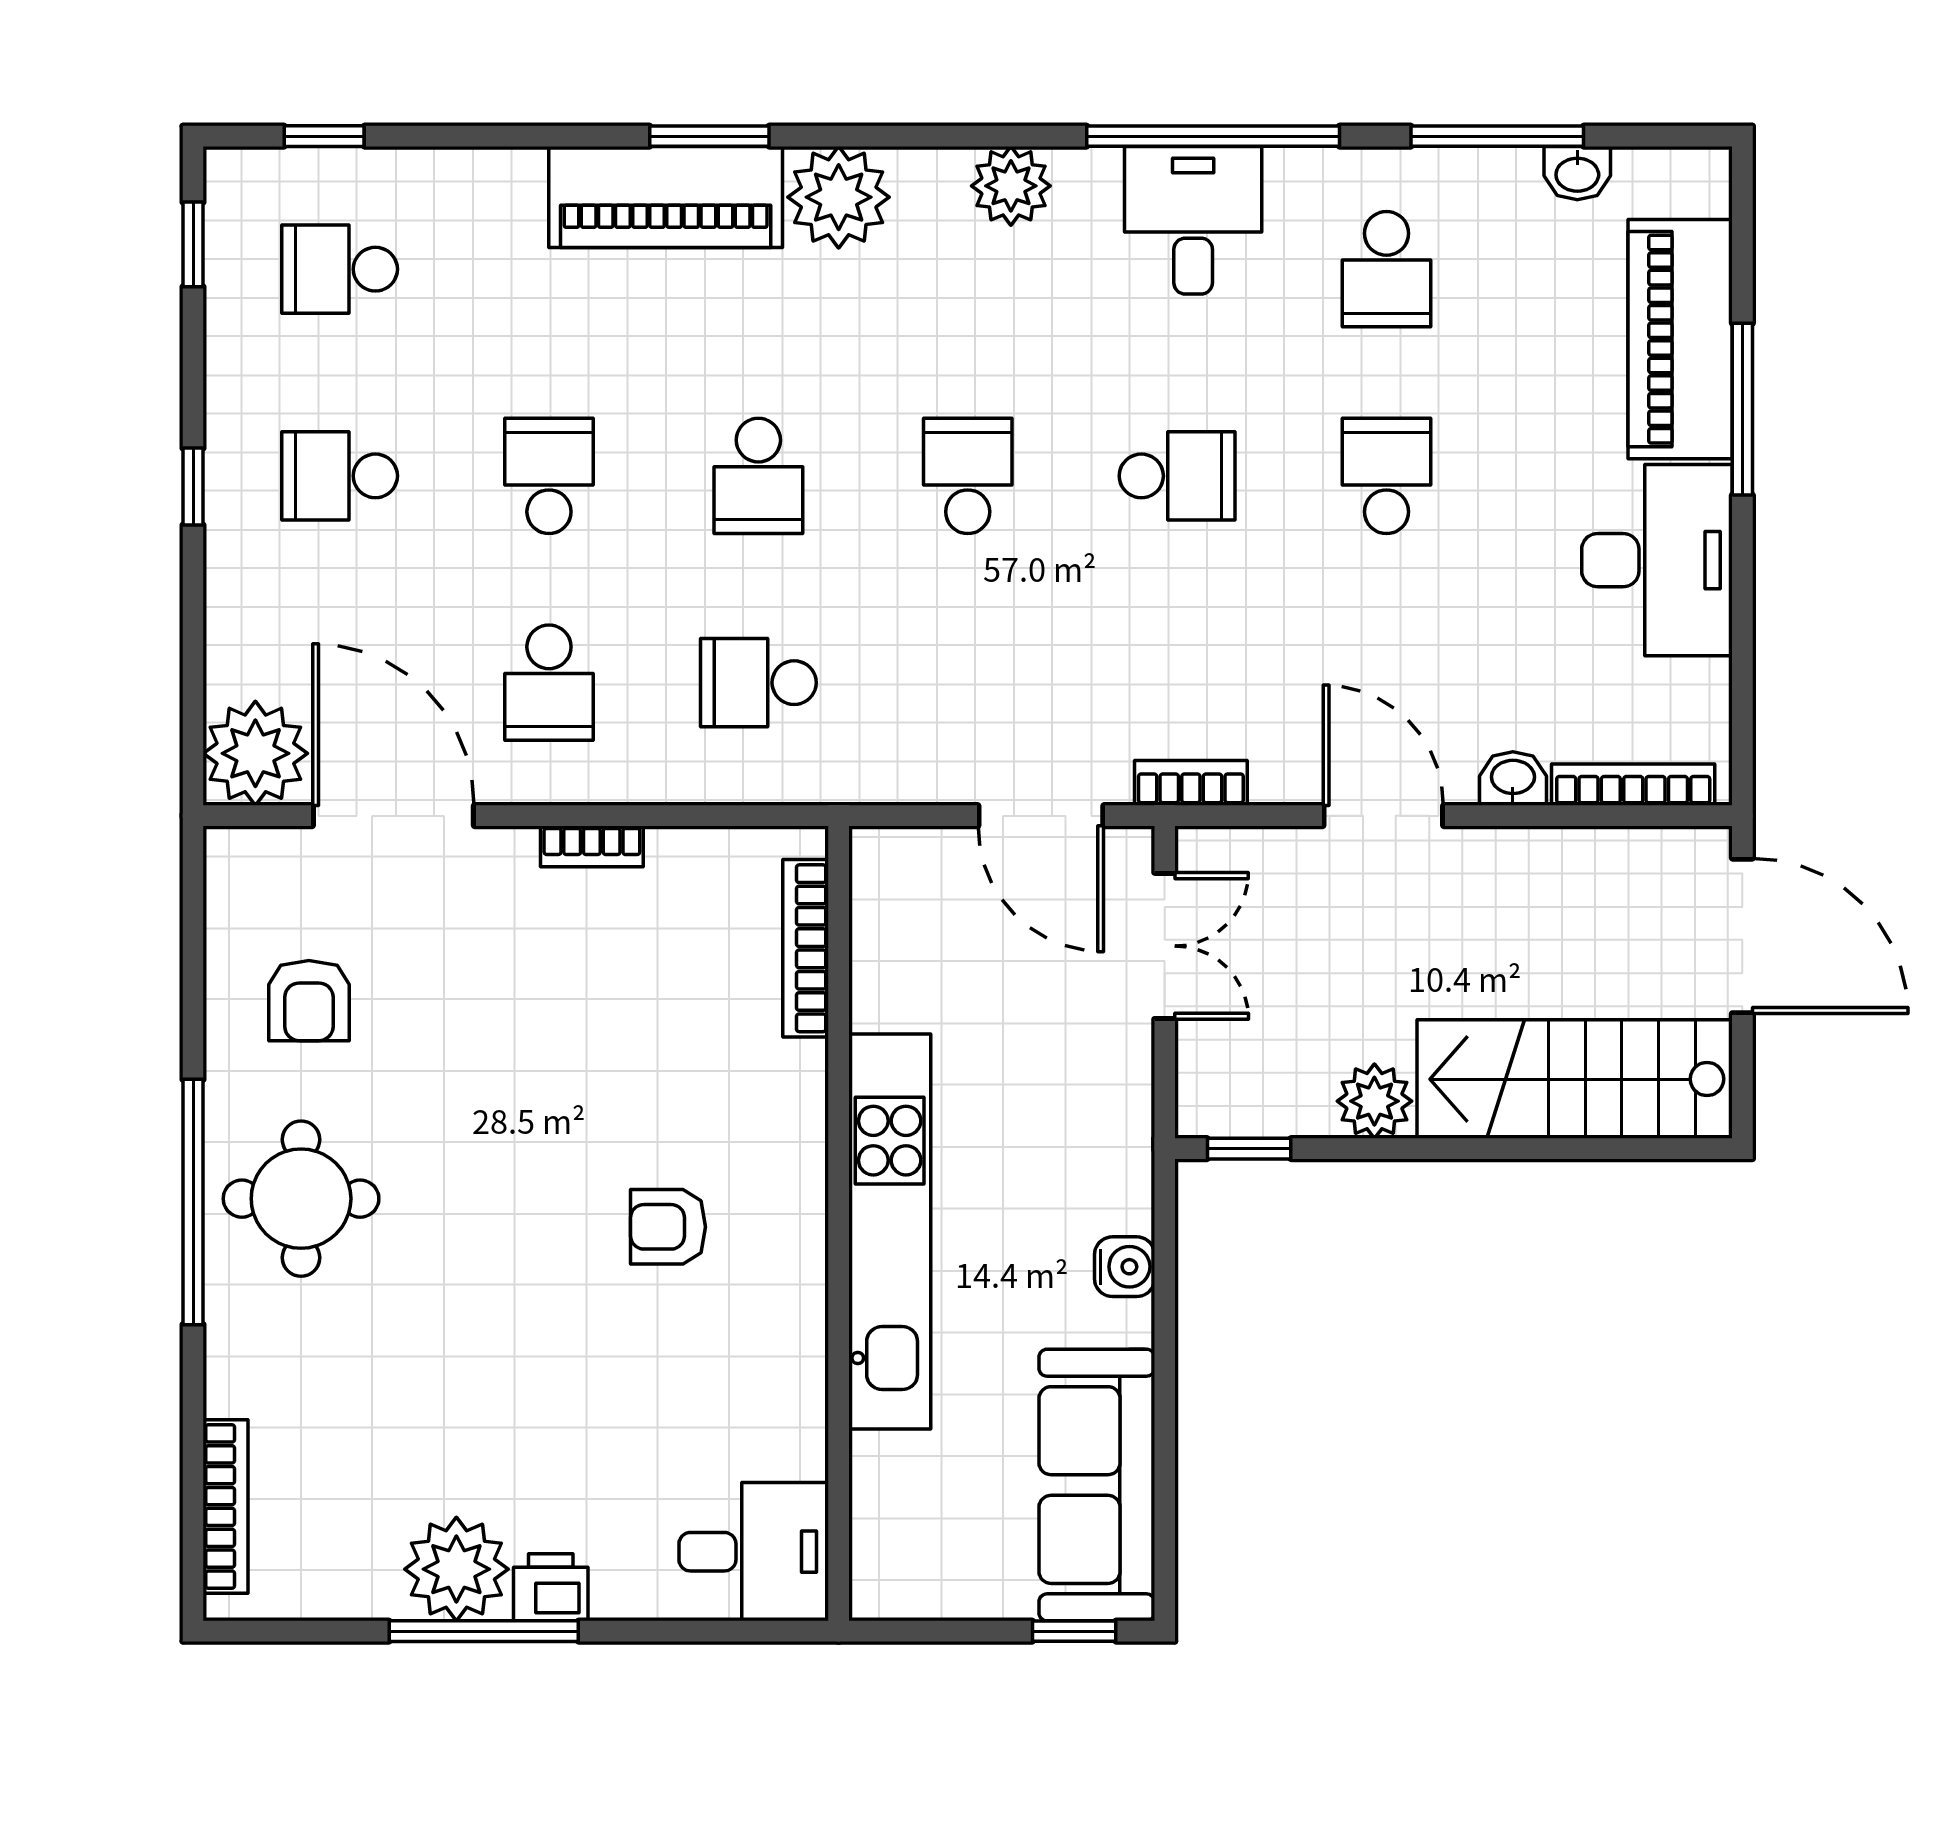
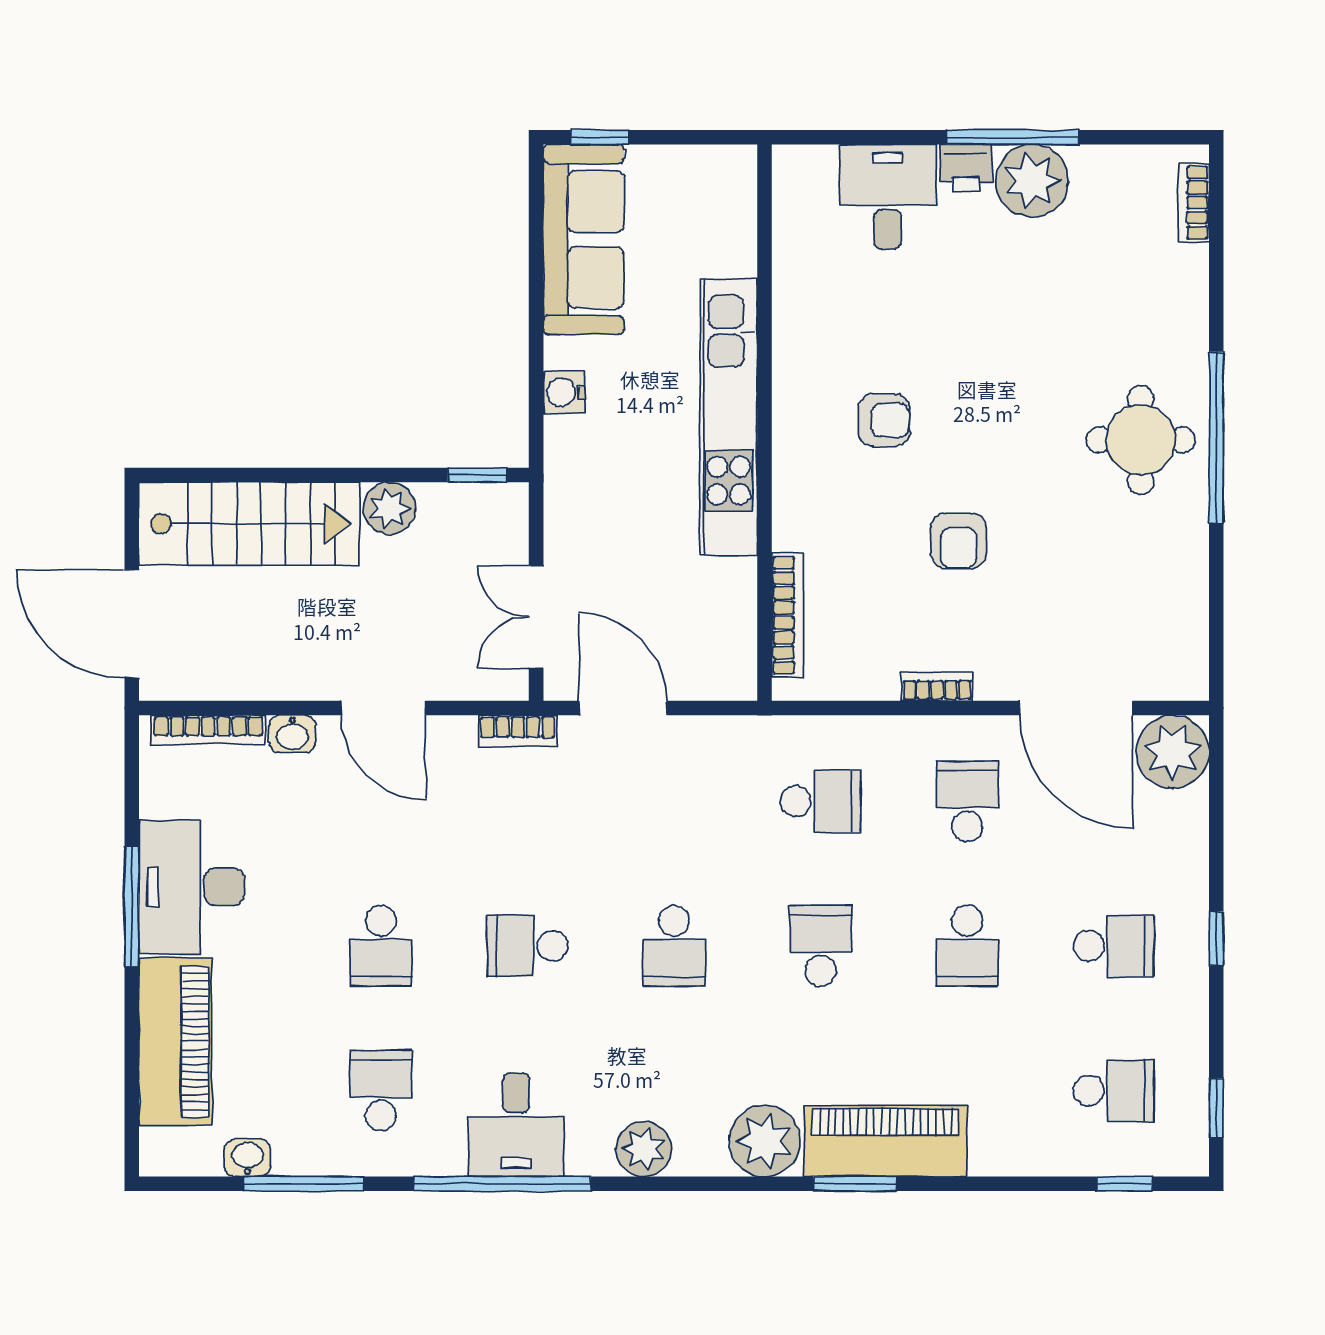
window: (1742, 409) -> (132, 906), moved
armchair: (309, 1001) -> (959, 541), moved, turned 180
bookcase: (226, 1507) -> (1194, 203), width x0.64
desk: (754, 1552) -> (888, 197), moved, turned 90

